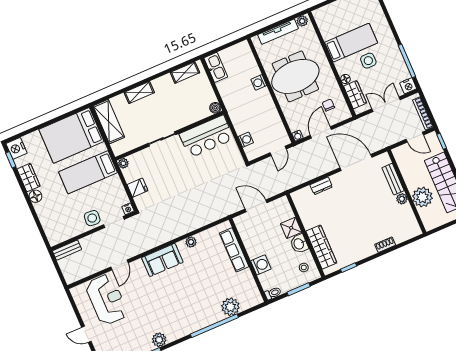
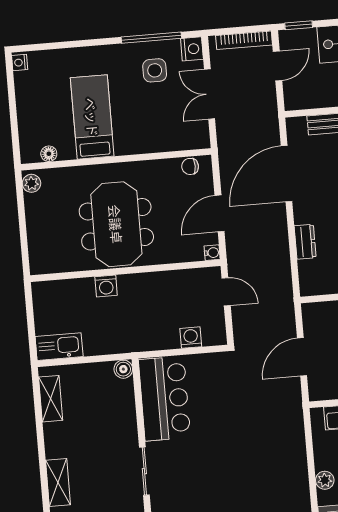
tv unit: (278, 32) -> (35, 228), removed
side table: (368, 61) -> (155, 70), moved
floor lamp: (345, 79) -> (49, 154), moved
wardrobe: (355, 95) -> (177, 139), removed
chair: (328, 105) -> (190, 166), moved
door: (321, 132) -> (220, 213), hinge flipped

